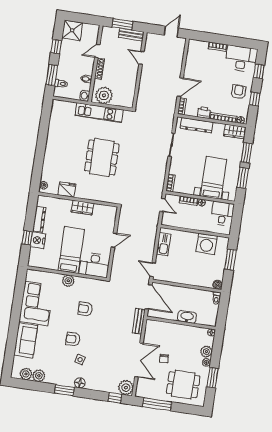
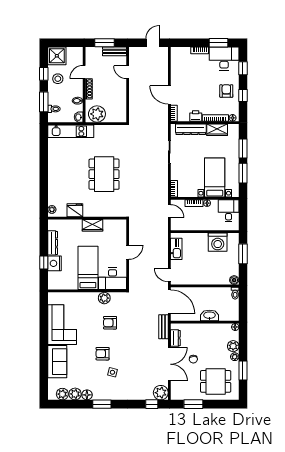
window: (238, 42) -> (219, 43), added
stool: (70, 54) -> (58, 79), added
door: (180, 87) -> (169, 95), swing flipped
kitchen unit: (99, 113) -> (71, 131), moved
wardrobe: (235, 132) -> (217, 130), moved
plant: (68, 281) -> (104, 298), moved
dresser: (149, 334) -> (175, 338), added
floor lamp: (80, 383) -> (87, 395), moved
window: (157, 404) -> (193, 404), width x0.69

